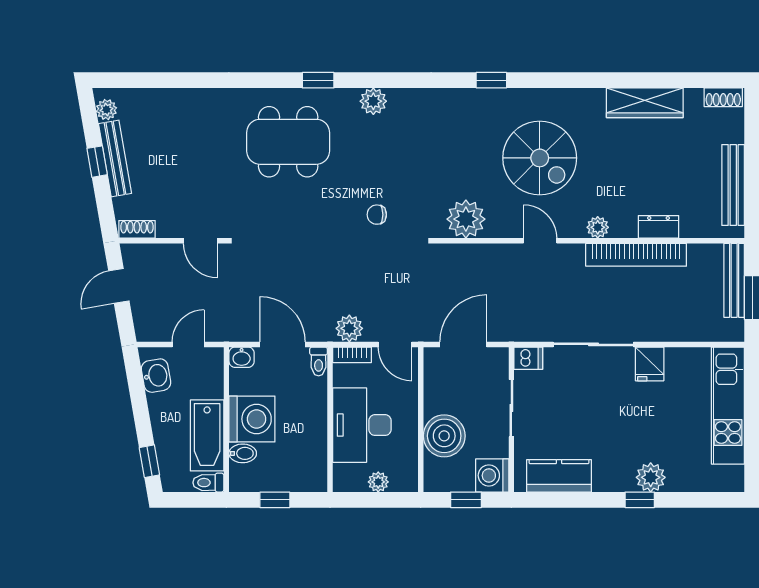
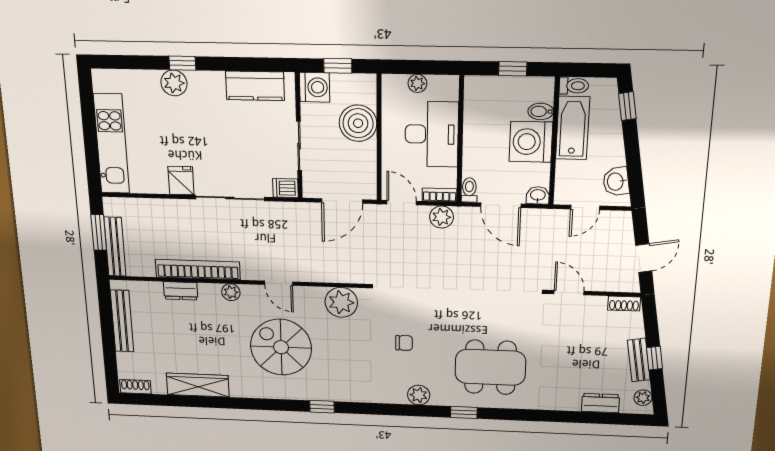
dresser: (156, 100) -> (601, 403), added
bench: (115, 158) -> (639, 360), width x0.73
chair: (377, 215) -> (404, 343), moved

